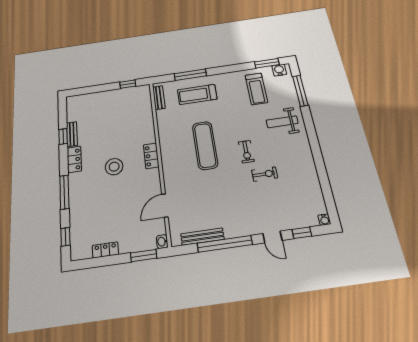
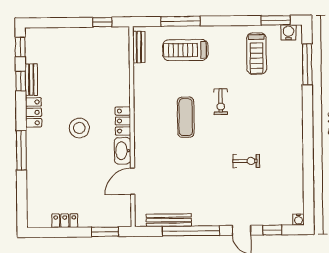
weight bench: (282, 122) -> (278, 101), removed
exercise mat: (205, 145) -> (186, 117), width x0.73, depth x0.69
exercise bike: (246, 152) -> (221, 102), moved
window: (65, 237) -> (20, 47), moved
washbasin: (162, 242) -> (123, 151), moved, width x1.91, depth x1.45

